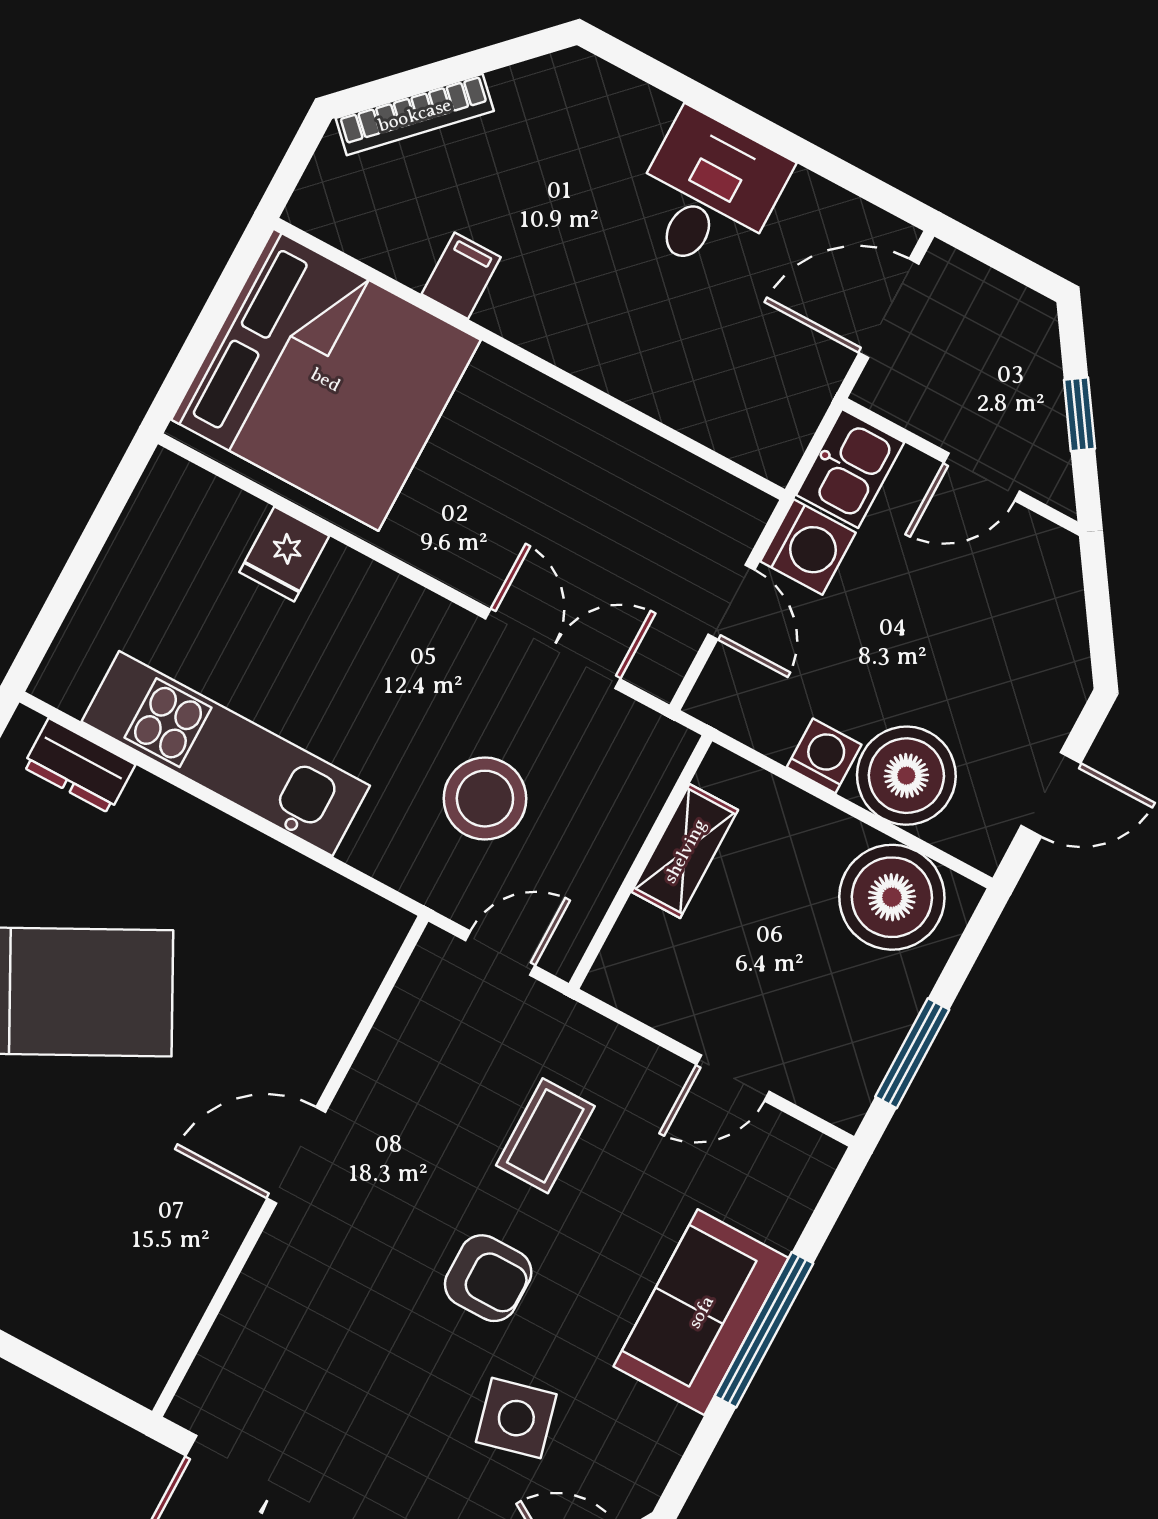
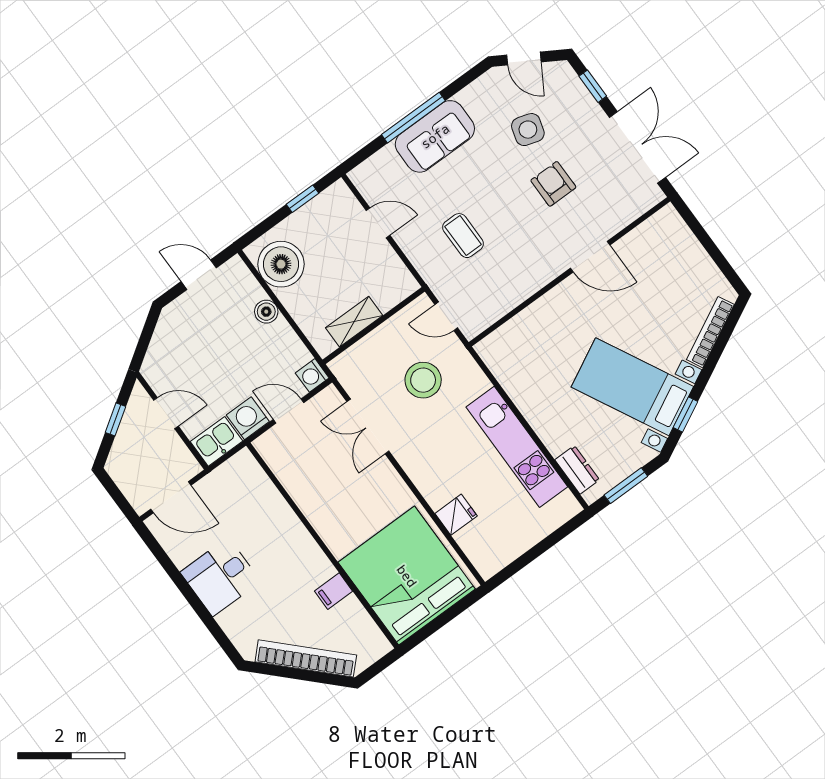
bookcase: (415, 115) -> (306, 658), width x1.48, depth x1.31
door: (731, 602) -> (289, 411), hinge flipped
washing machine: (824, 756) -> (312, 375), moved
boiler: (906, 776) -> (266, 312), width x0.54, depth x0.54
window: (912, 1053) -> (302, 199), width x0.67
coffee table: (545, 1136) -> (463, 236), turned 90
door: (296, 1155) -> (590, 257), moved
armchair: (488, 1278) -> (553, 184), moved
side table: (516, 1418) -> (528, 130), turned 31

